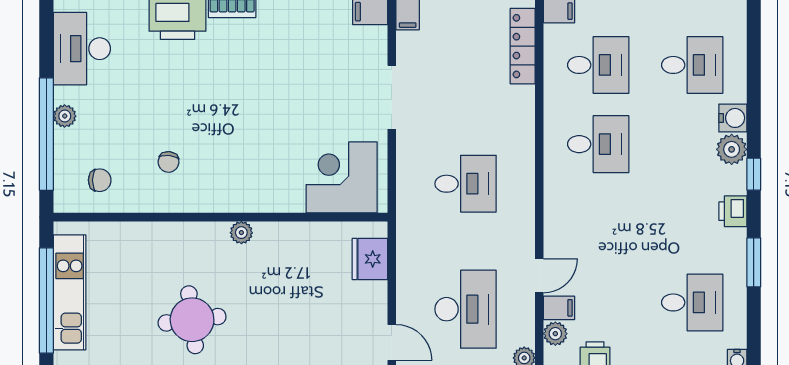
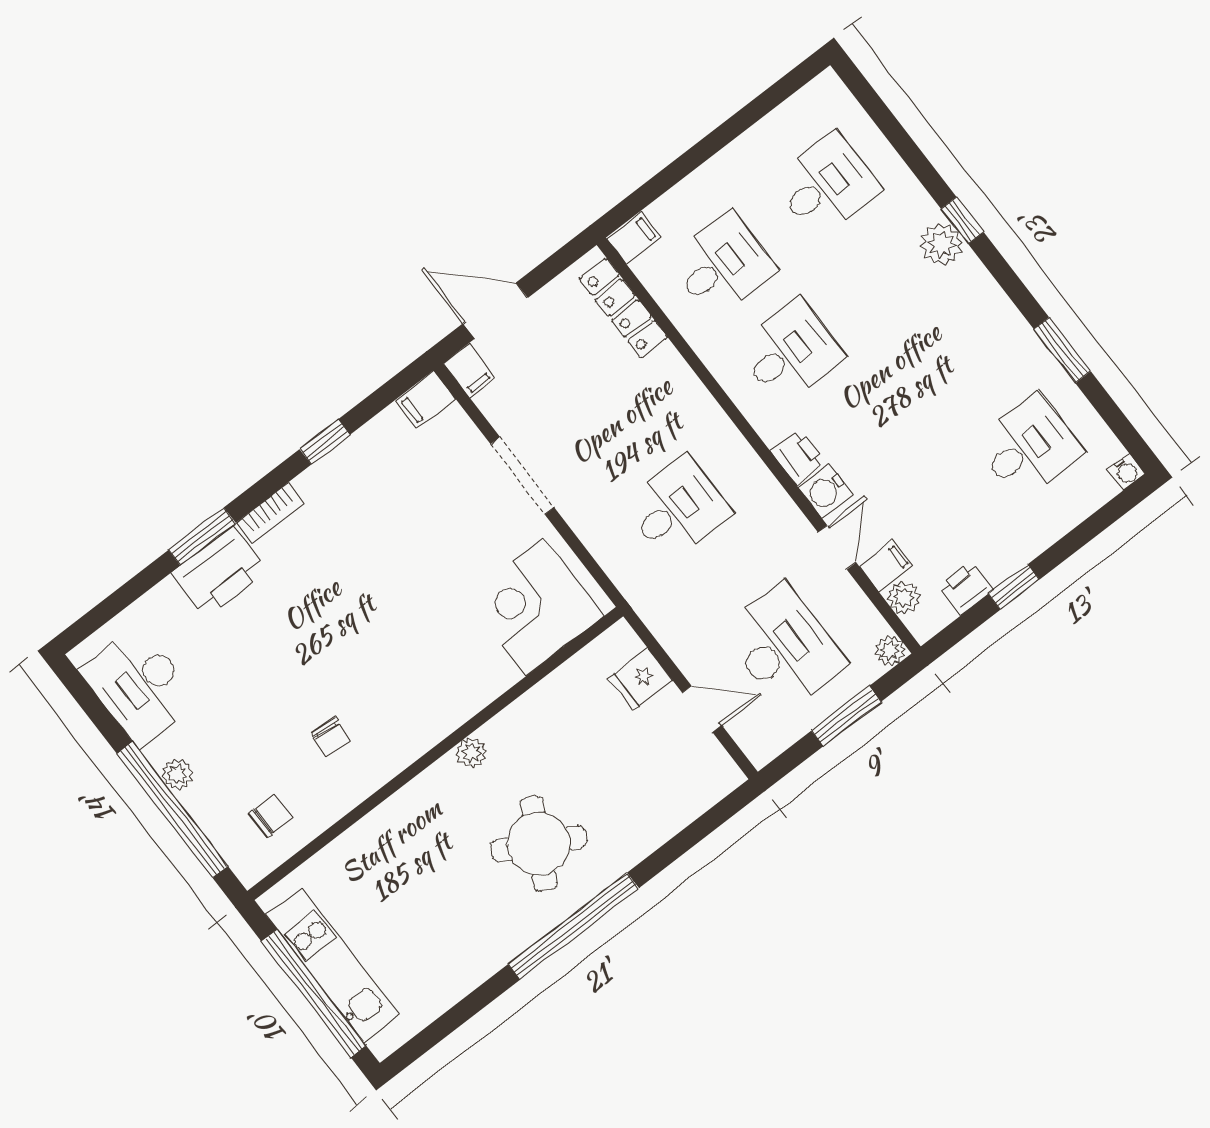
water cooler: (733, 118) -> (825, 491), moved, turned 180
window: (754, 174) -> (962, 220), moved
printer: (733, 211) -> (799, 456), moved, turned 180
fridge: (370, 259) -> (640, 679), width x0.72
round table: (192, 320) -> (539, 844), moved, turned 35
door: (392, 342) -> (702, 709), moved

